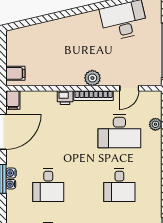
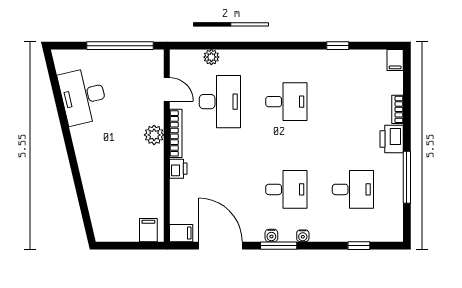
water cooler: (11, 184) -> (303, 236), moved

